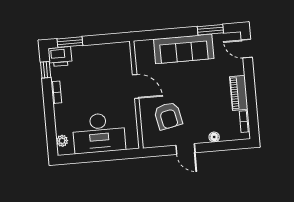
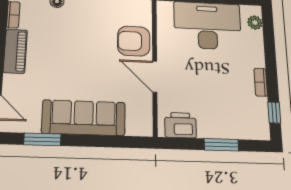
window: (70, 42) -> (221, 145), moved
printer: (60, 57) -> (180, 125), moved
armchair: (168, 116) -> (134, 41), moved, turned -78

